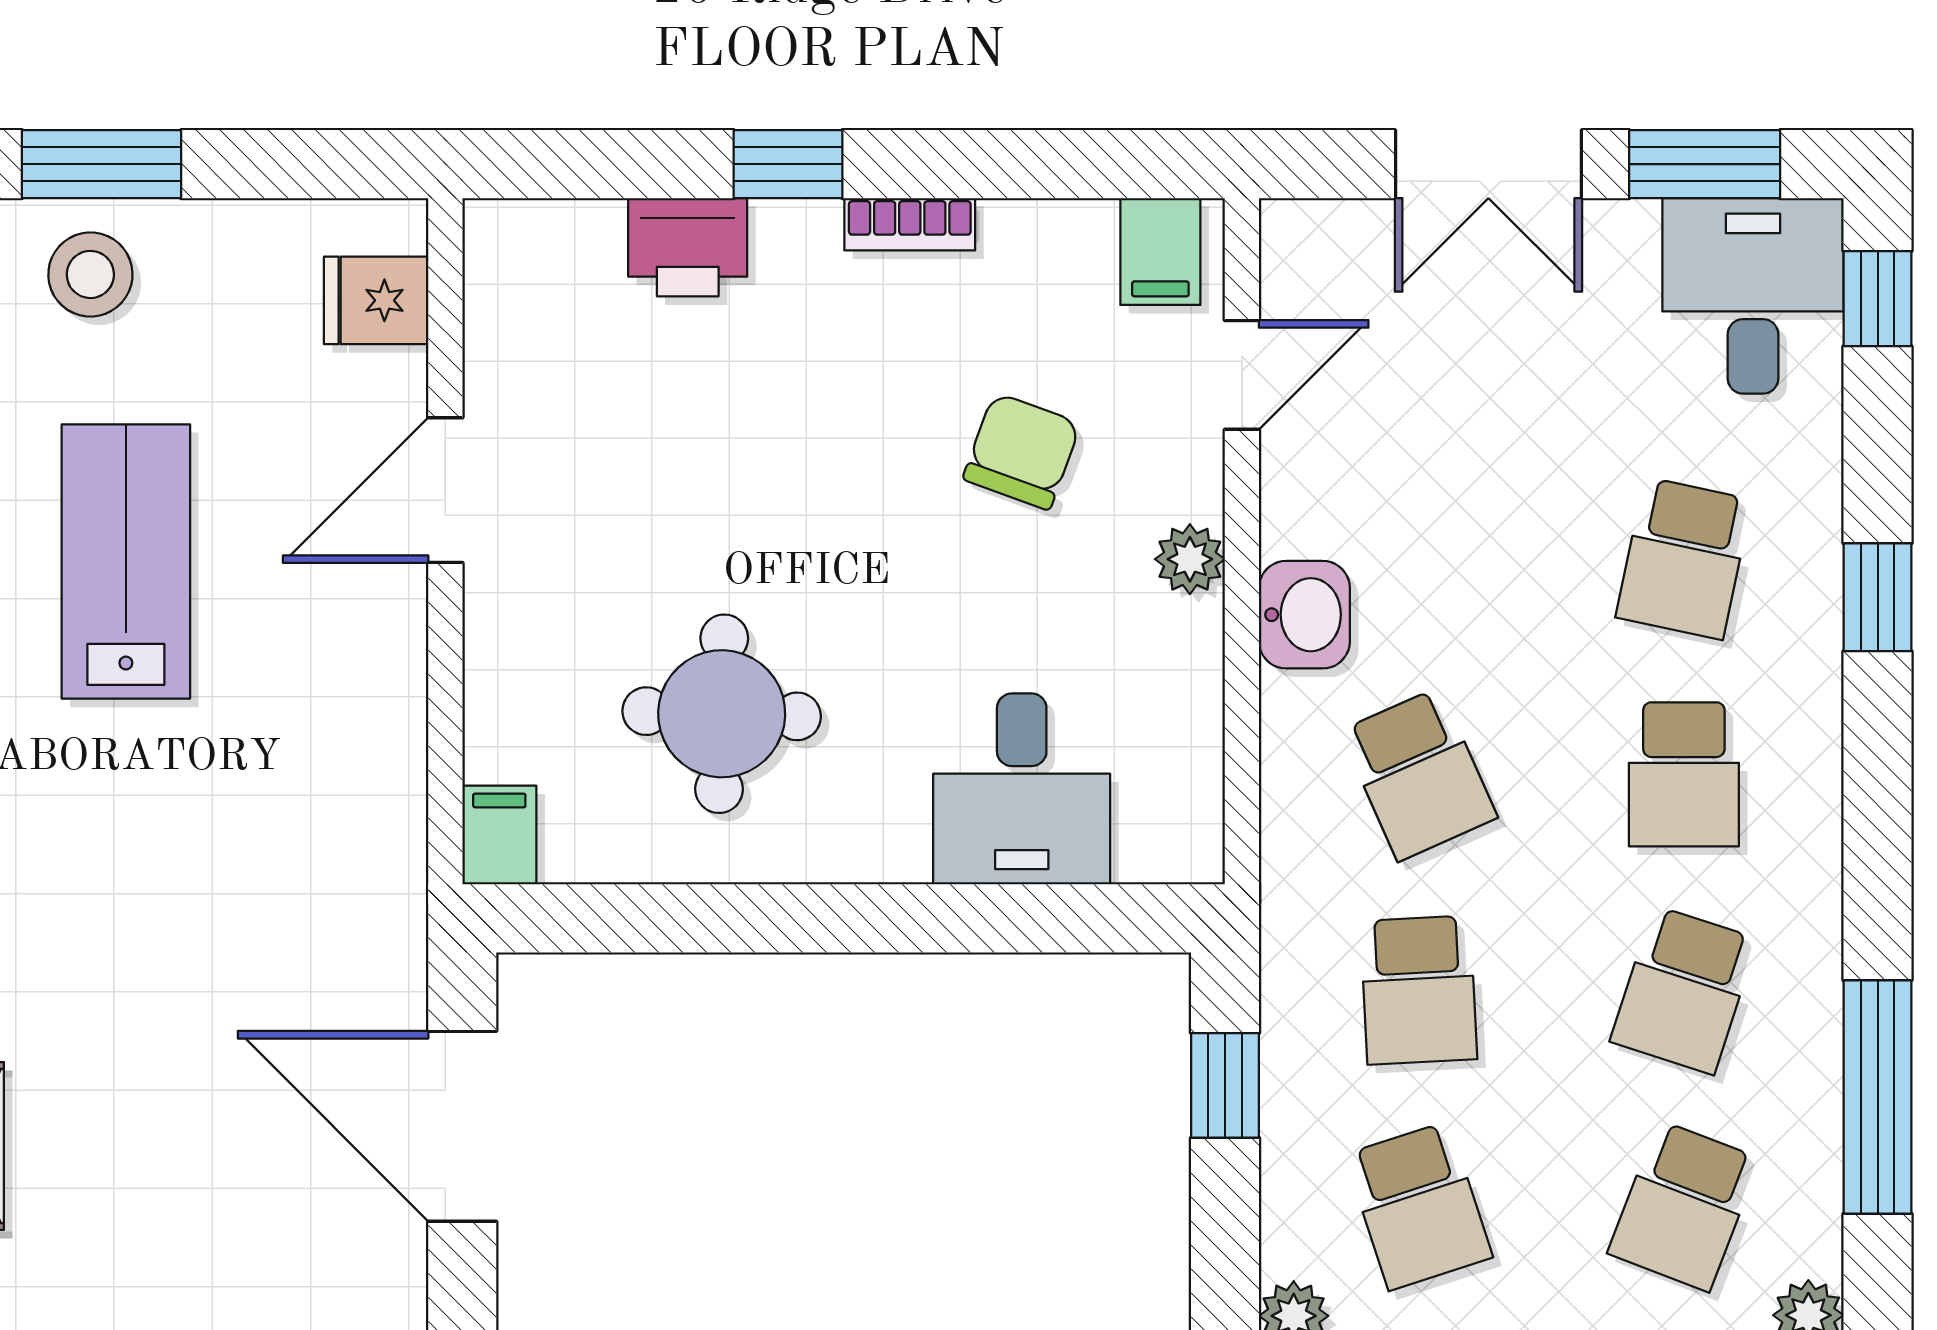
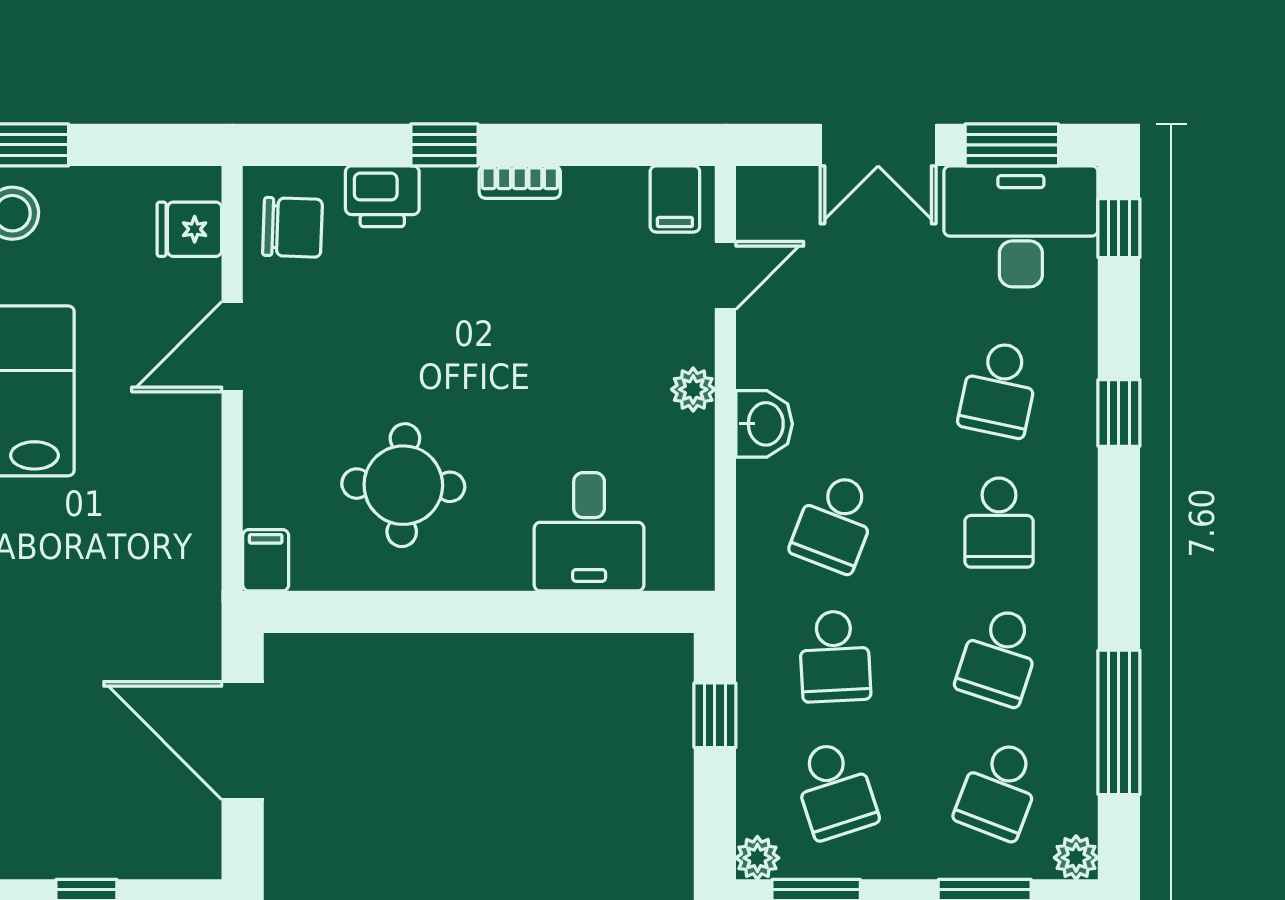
desk: (1753, 296) -> (1021, 226), width x1.37
chair: (1022, 451) -> (293, 227), moved, turned 72
school desk: (1419, 774) -> (835, 523), turned 45

